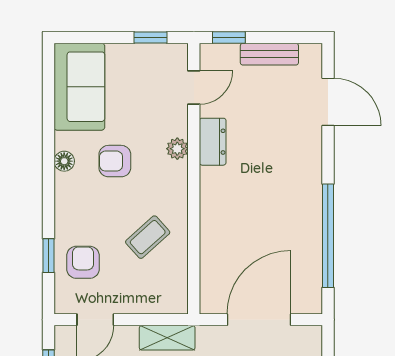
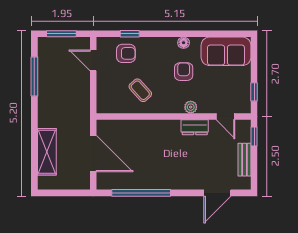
shelving: (167, 338) -> (83, 101), removed

